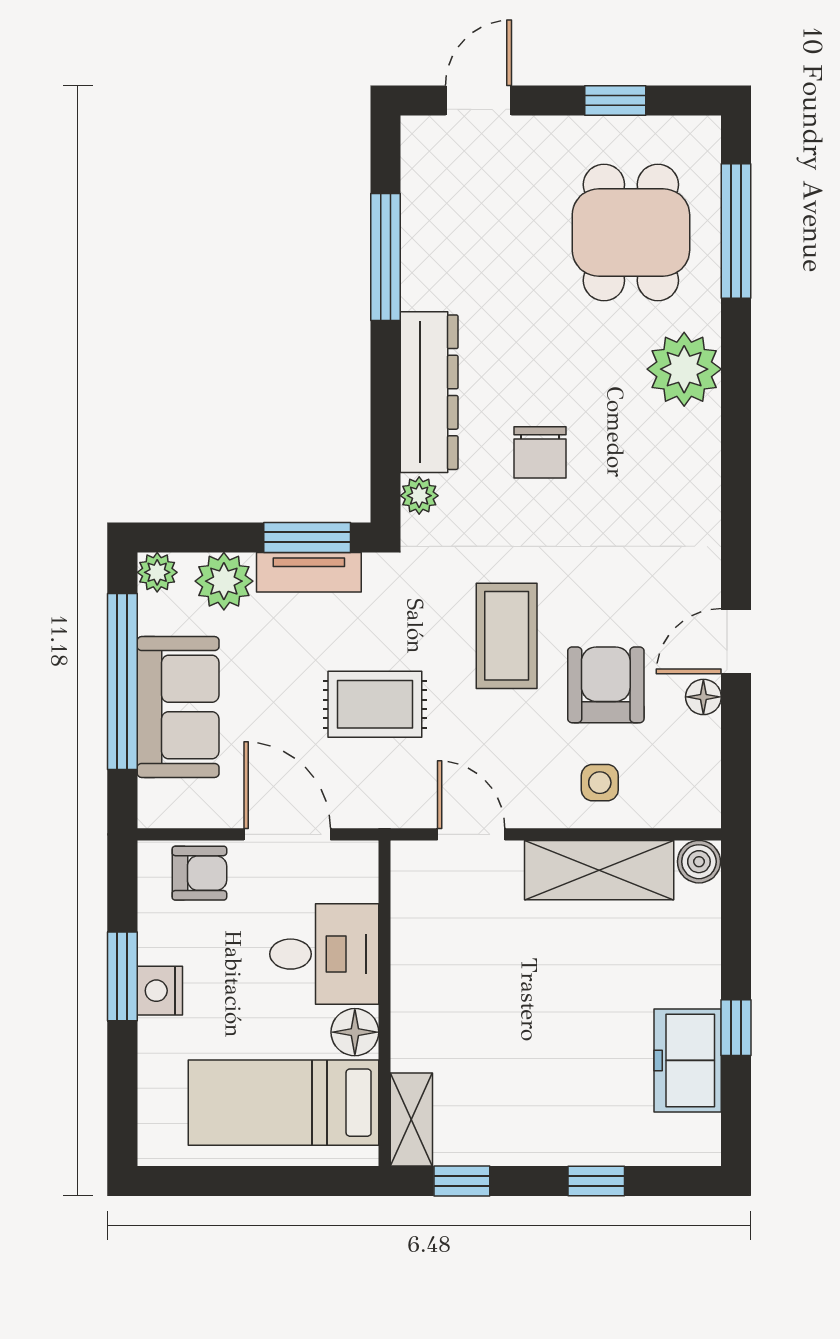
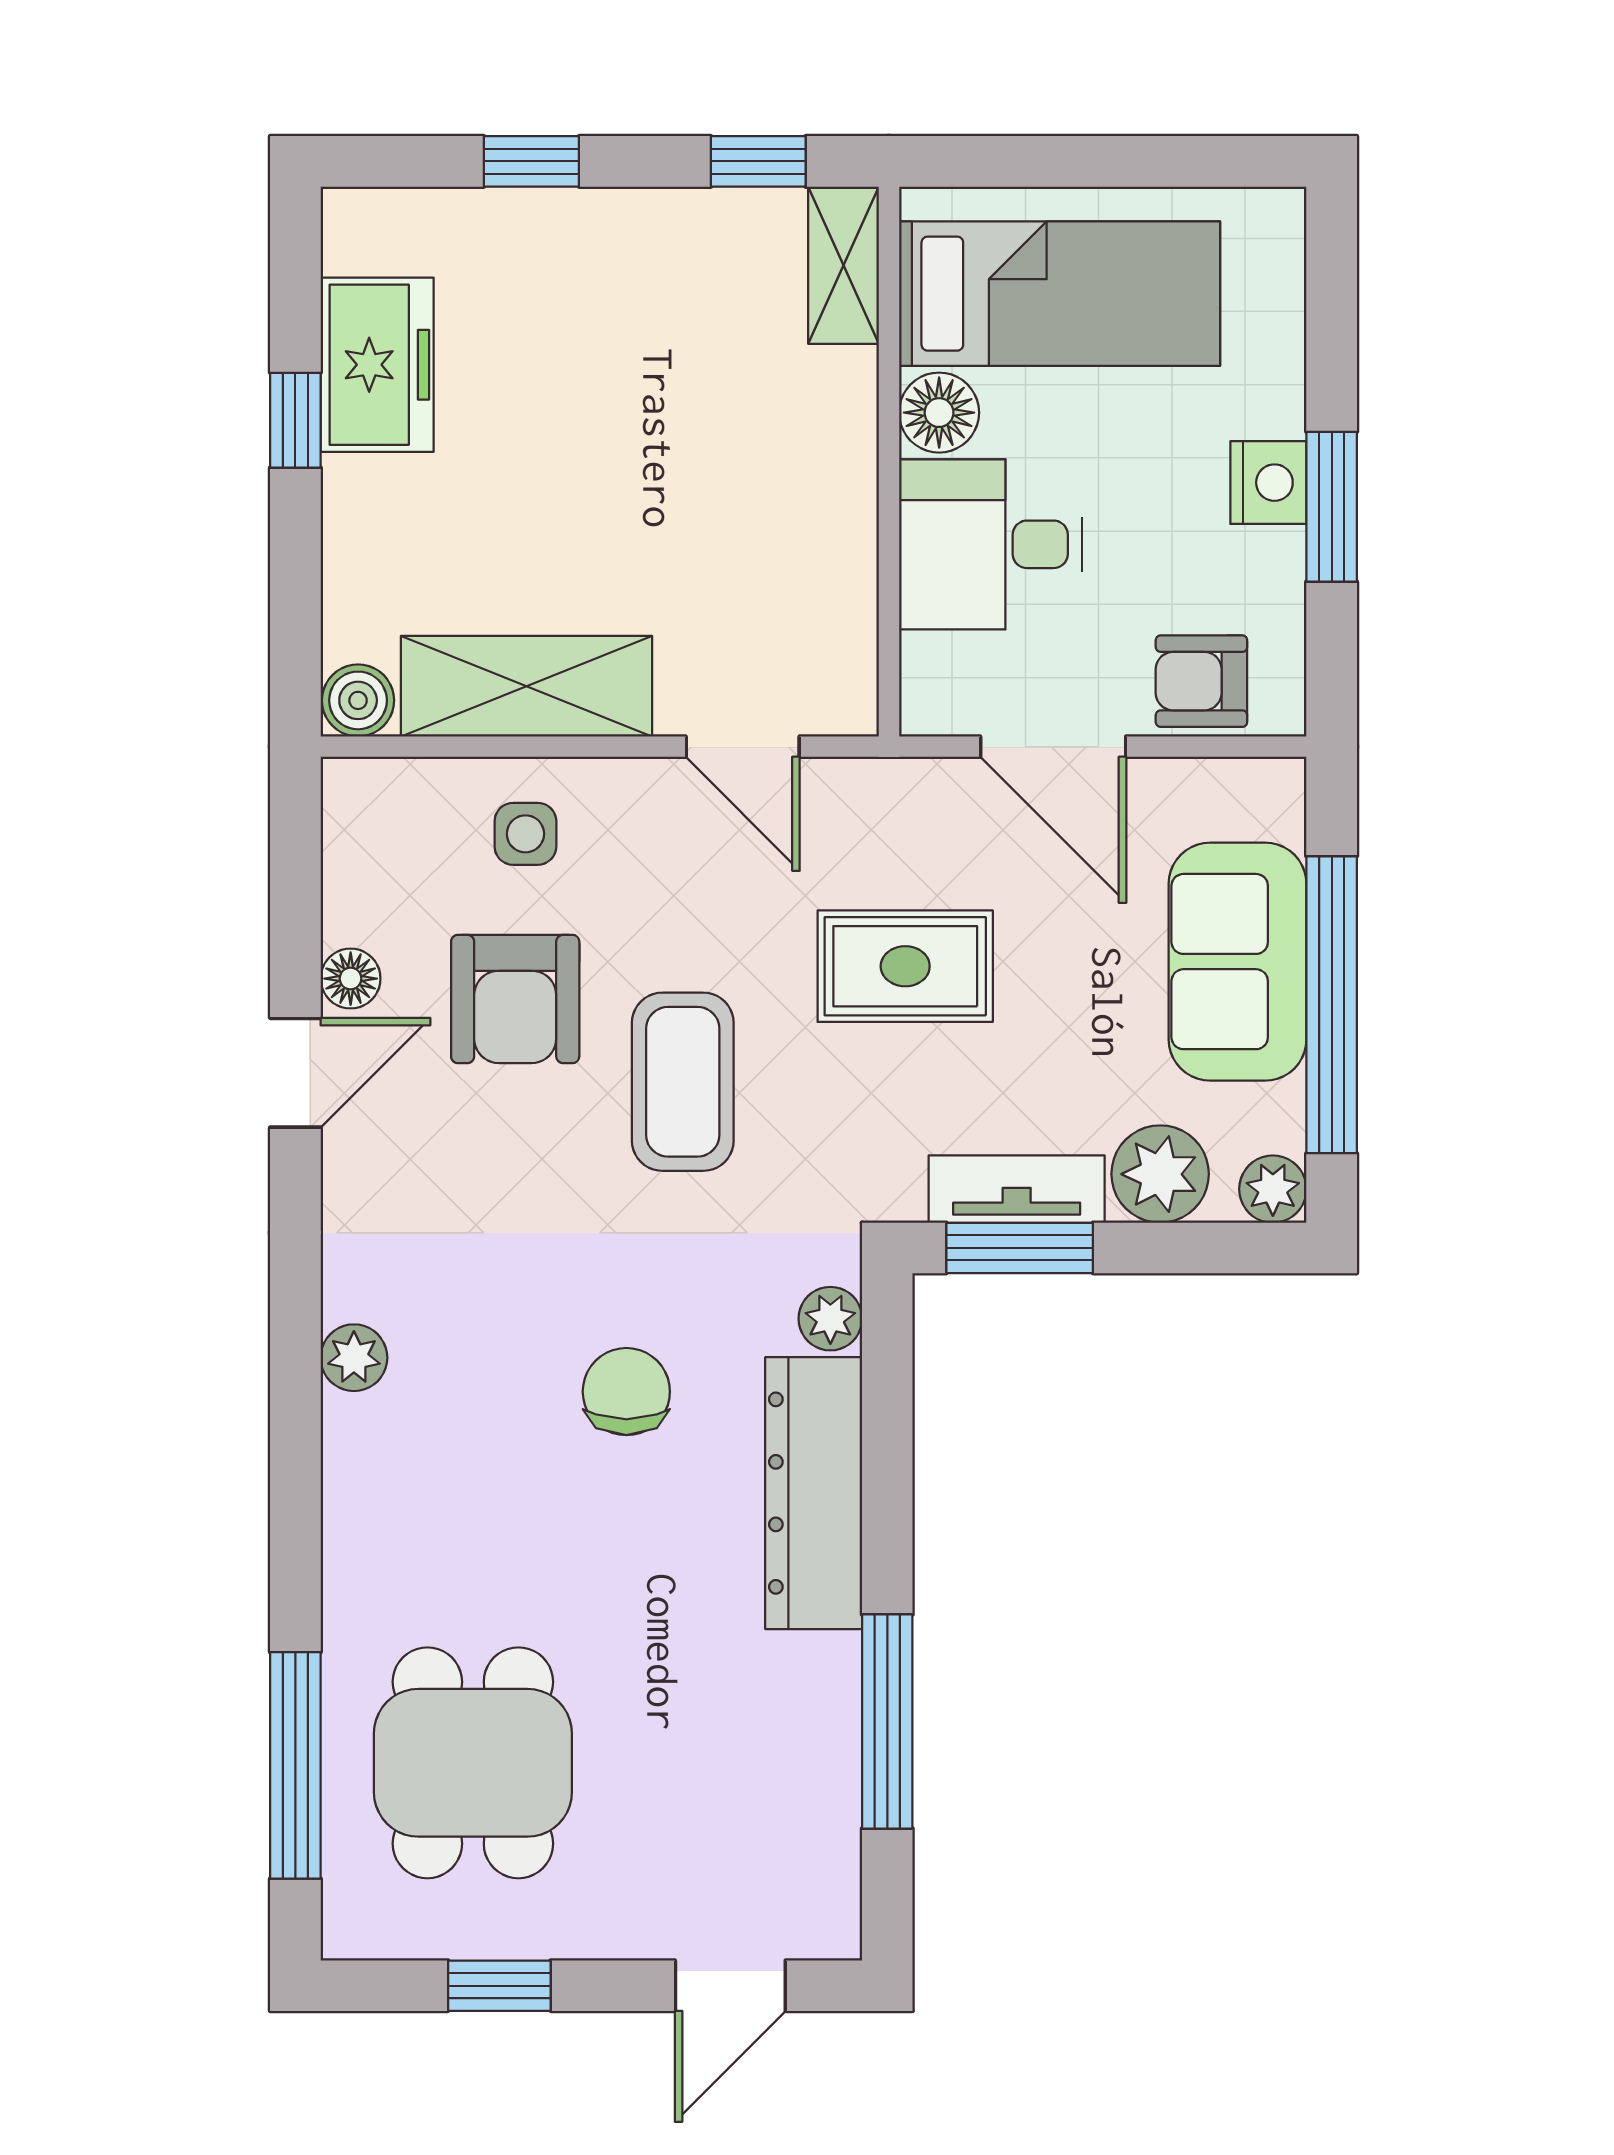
plant: (684, 369) -> (354, 1358), moved, width x0.53, depth x0.53

